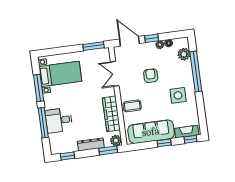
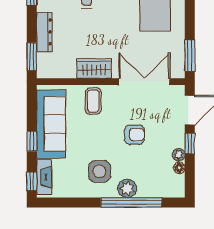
plant: (184, 54) -> (127, 188), moved
double door: (115, 74) -> (144, 82), width x1.37
wardrobe: (111, 114) -> (94, 68), width x0.67
plant: (116, 140) -> (45, 70), removed

